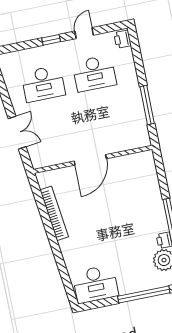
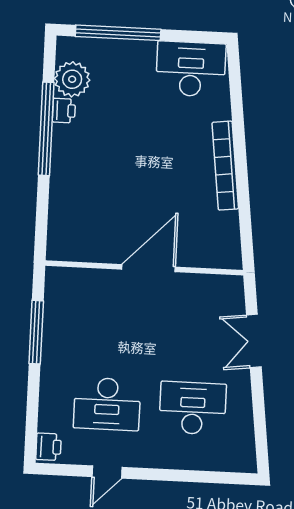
window: (51, 40) -> (162, 475), removed
desk: (94, 73) -> (107, 404), turned 180
bookcase: (54, 213) -> (225, 166), moved

